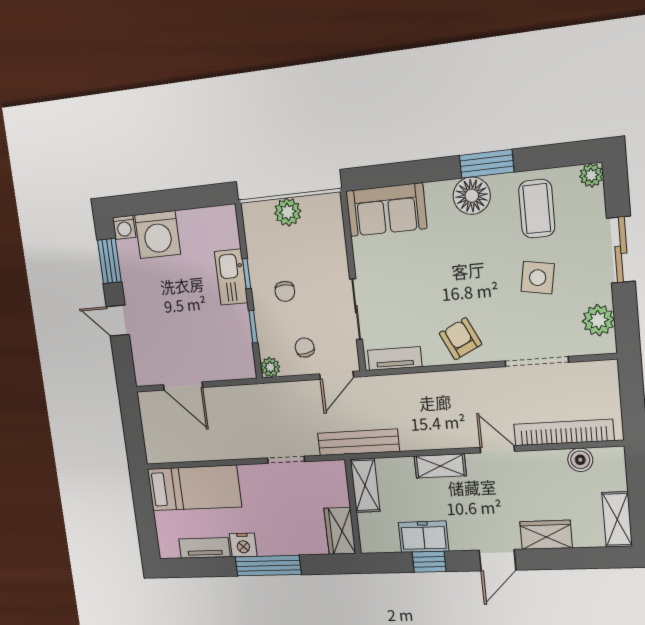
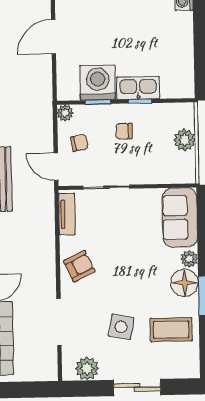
plant: (591, 175) -> (189, 259), moved
washing machine: (158, 235) -> (98, 83), moved, turned 90

